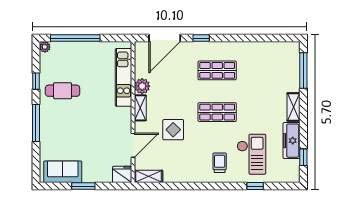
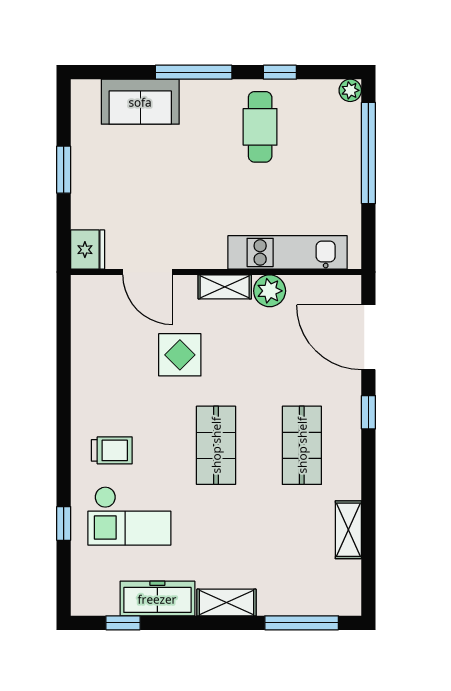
sofa: (63, 172) -> (140, 102), moved, turned 90
shelving: (148, 176) -> (348, 530), moved

